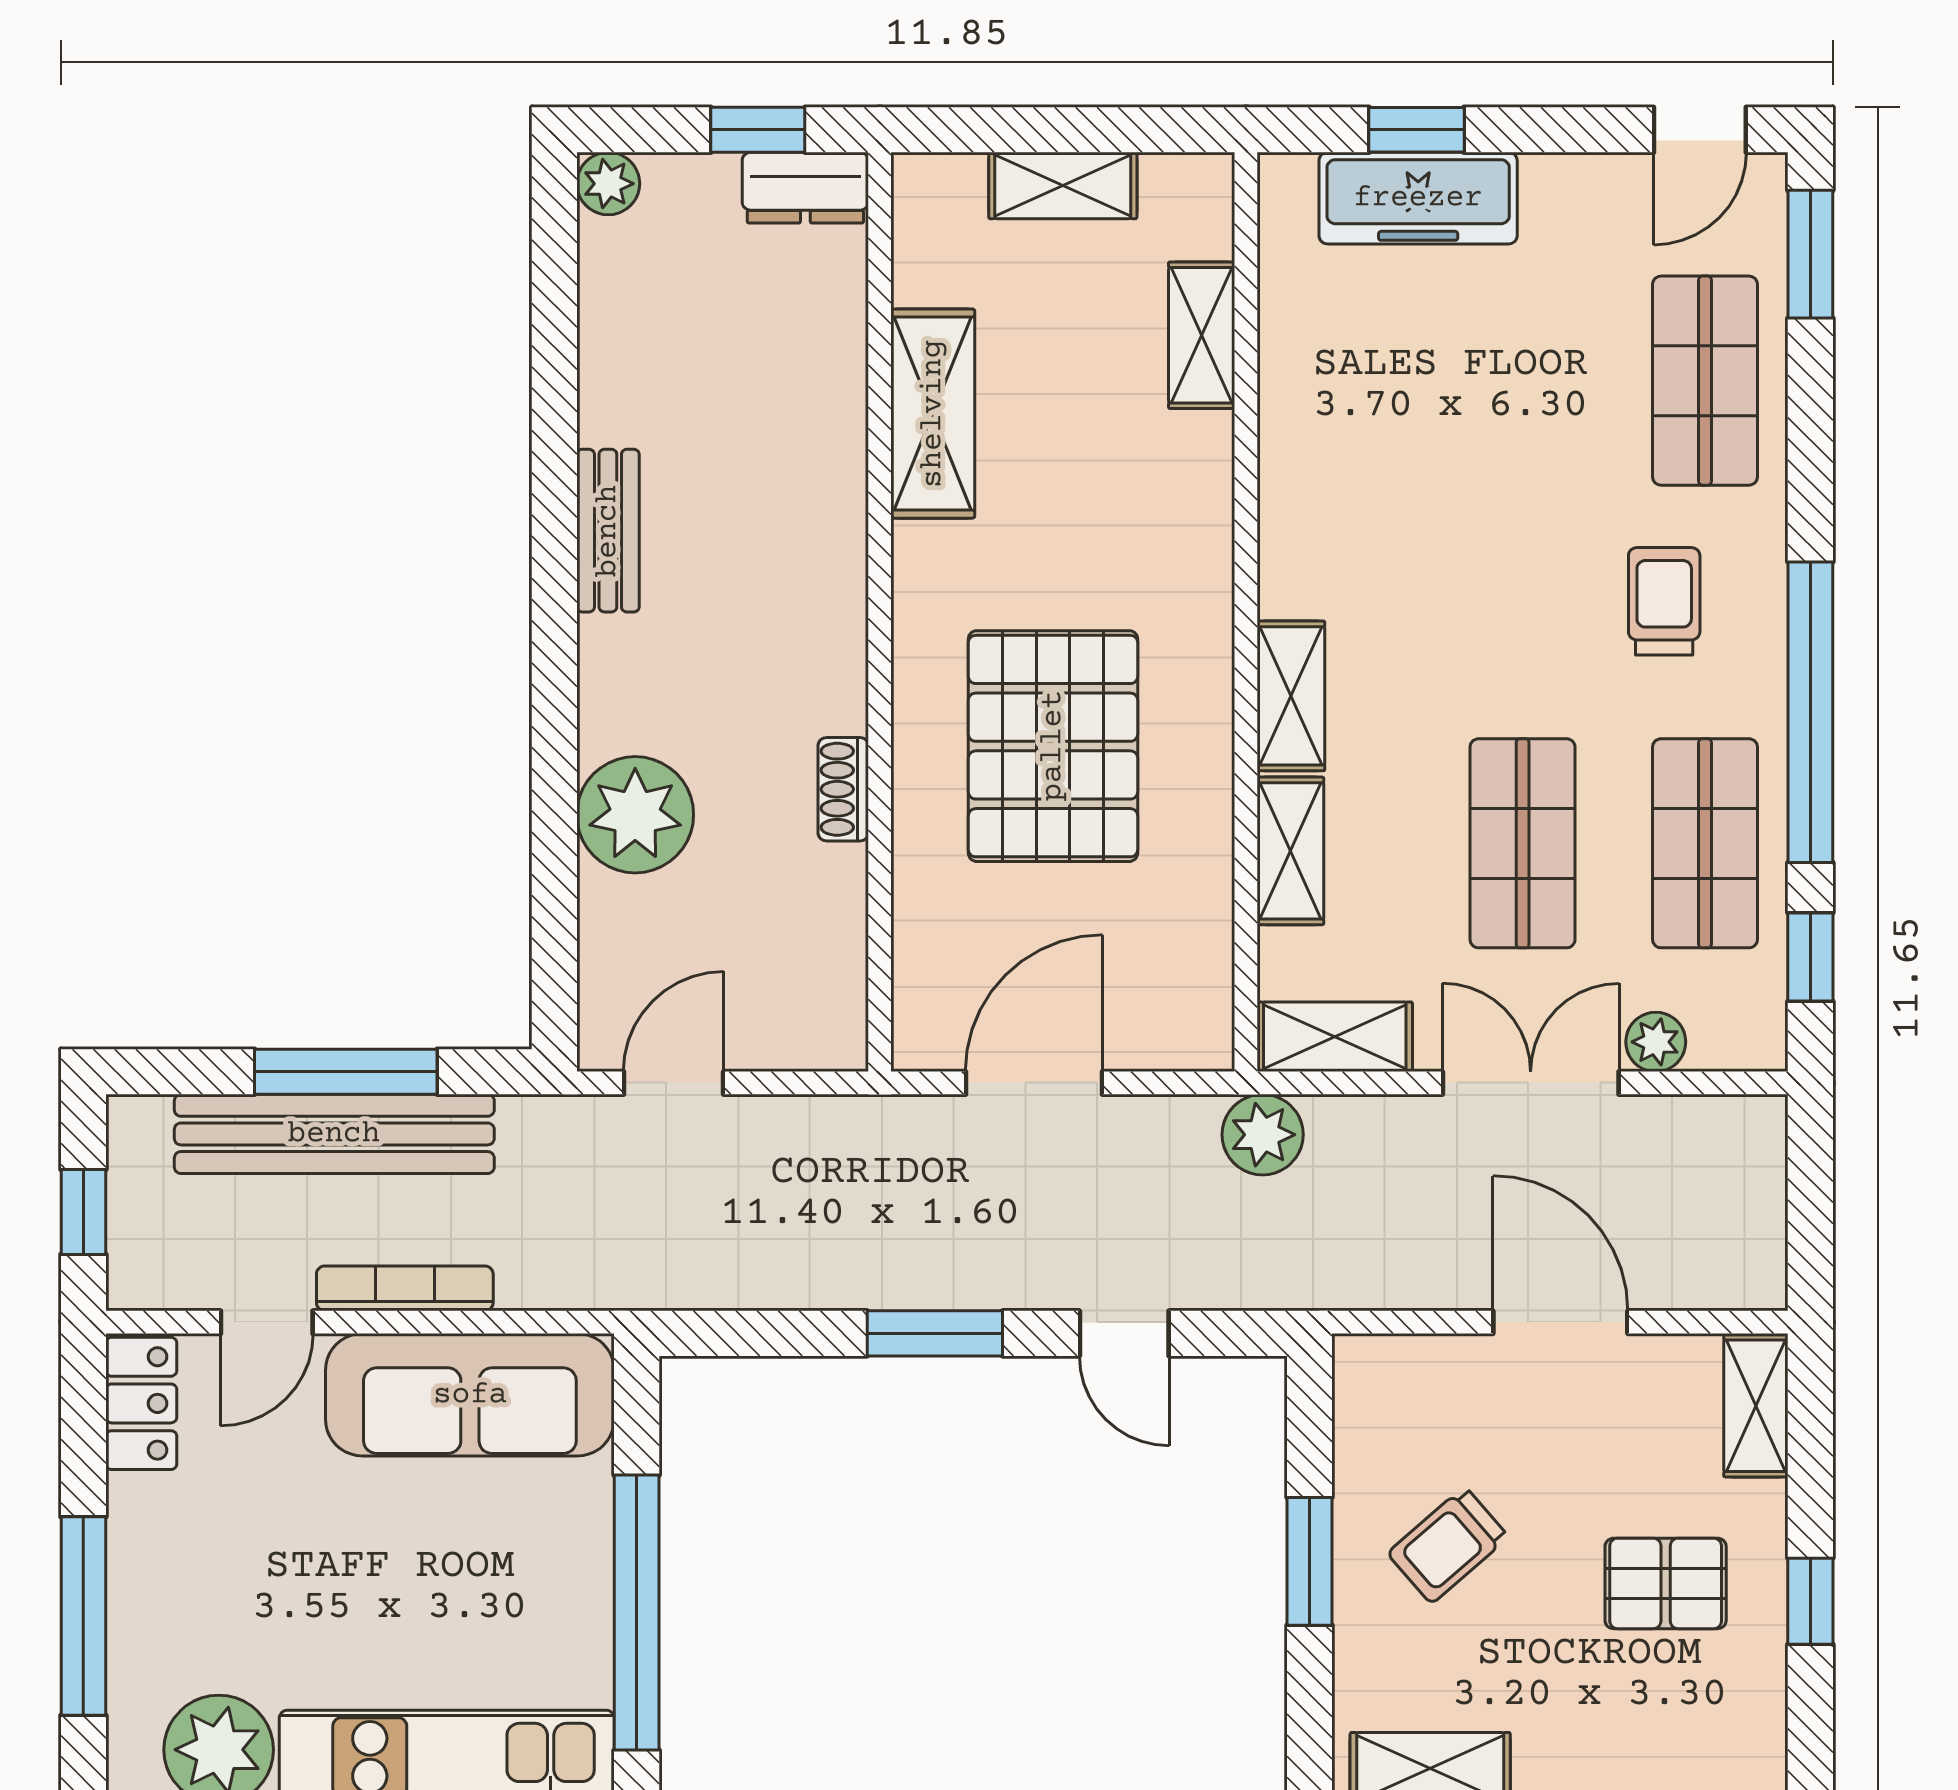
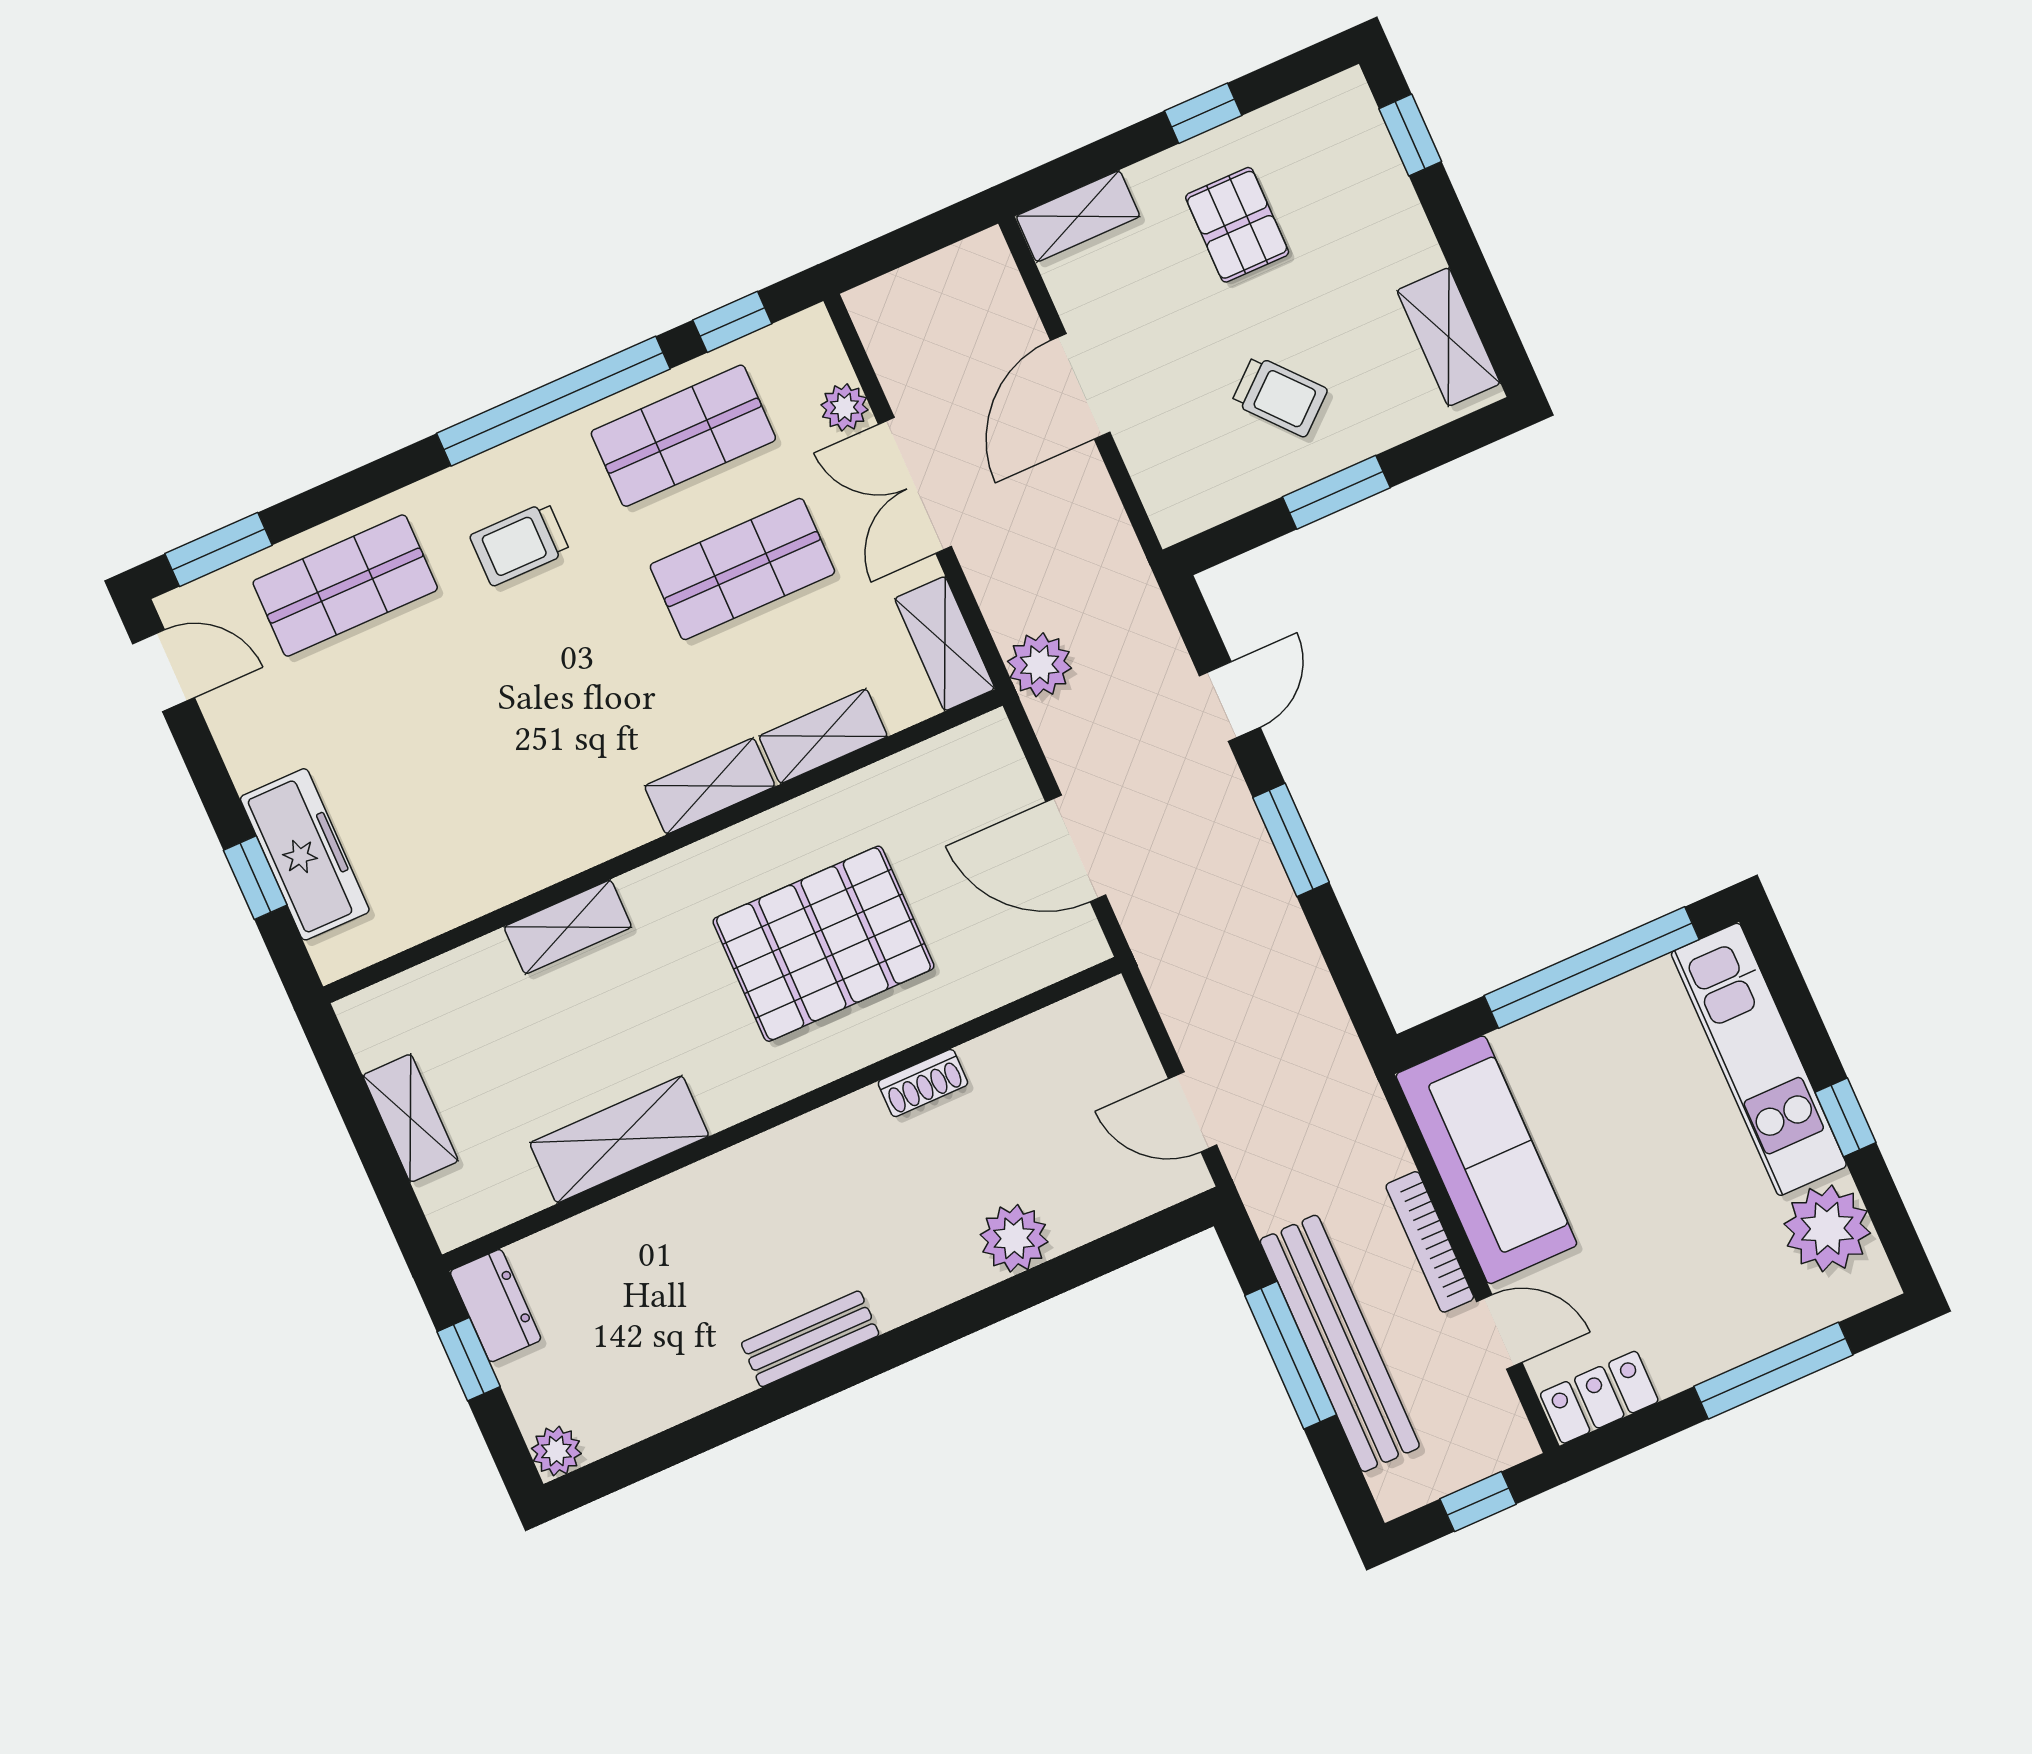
shelving: (1202, 335) -> (568, 927), moved
plant: (635, 815) -> (1014, 1238), width x0.73, depth x0.73

